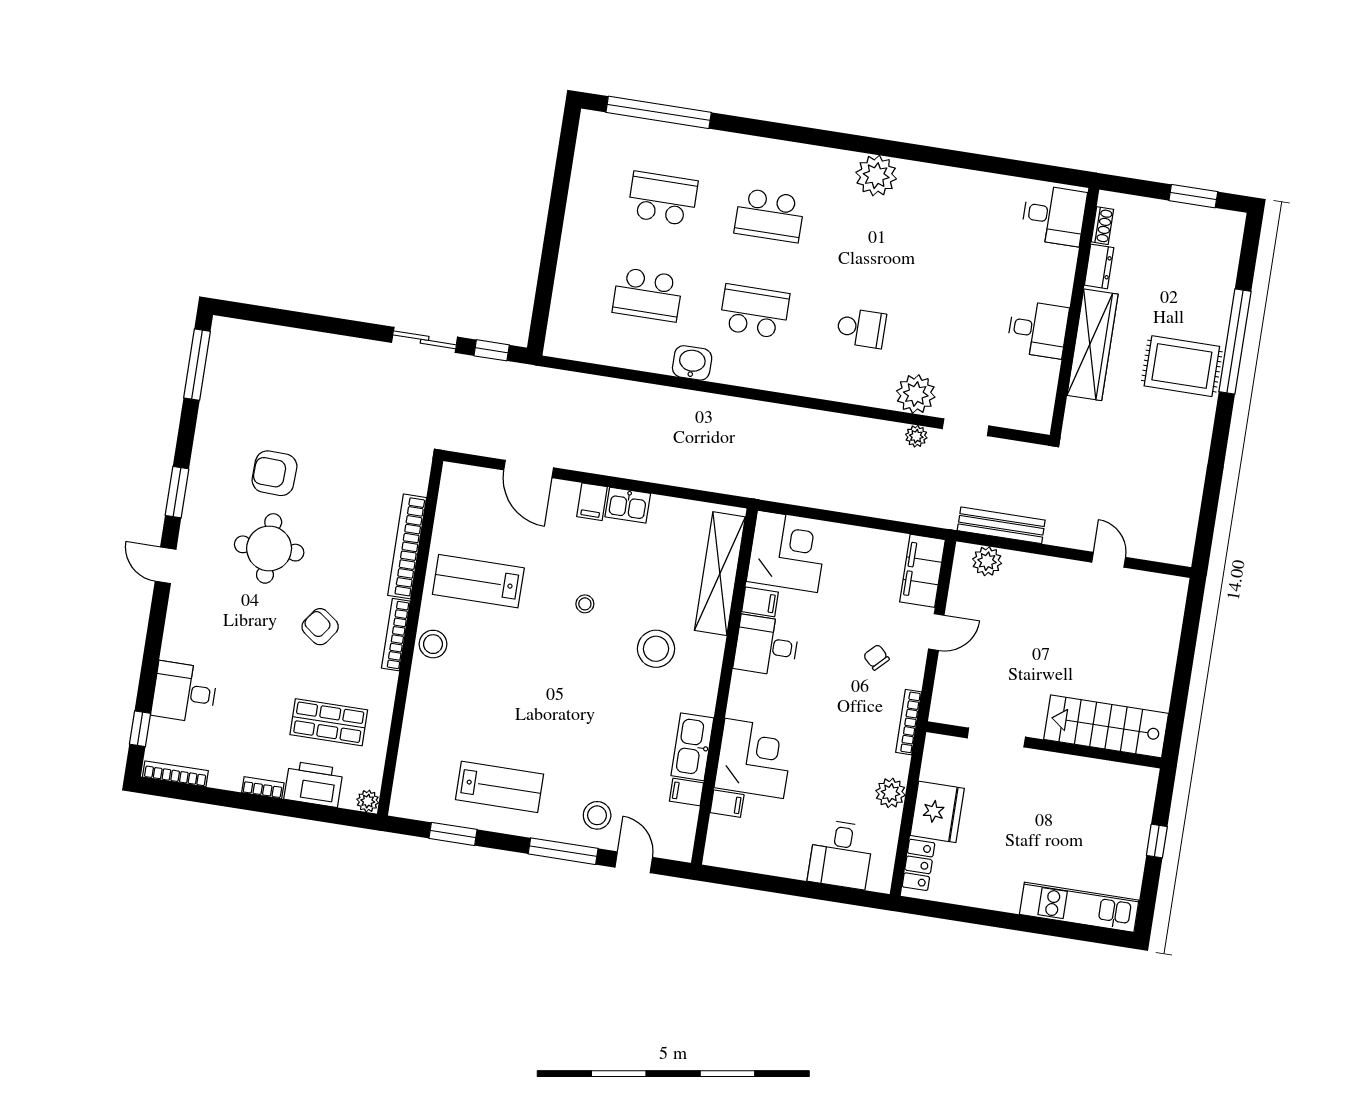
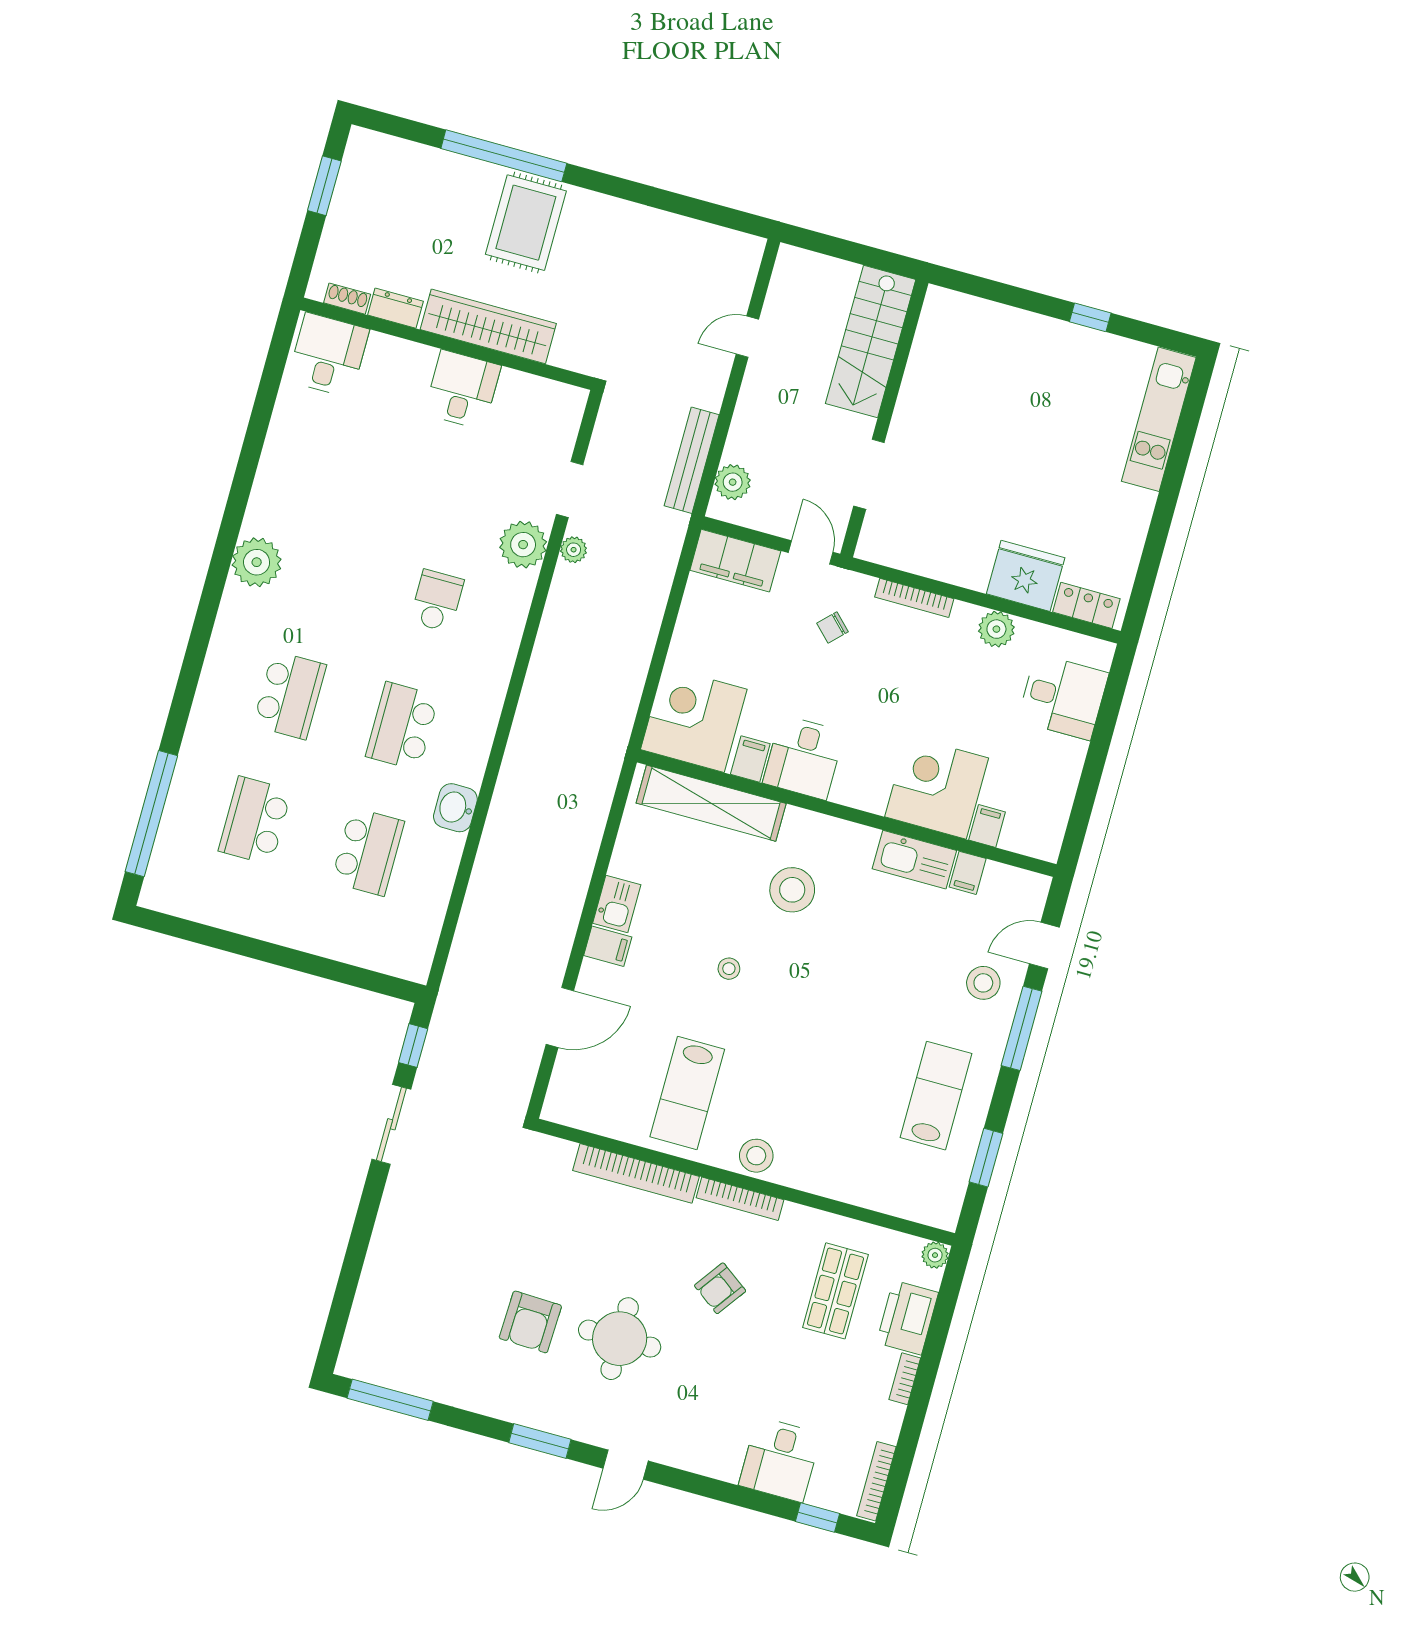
stairs: (1106, 726) -> (871, 342), moved
doorway: (996, 737) -> (869, 474), moved
wall: (1044, 745) -> (884, 418), moved

